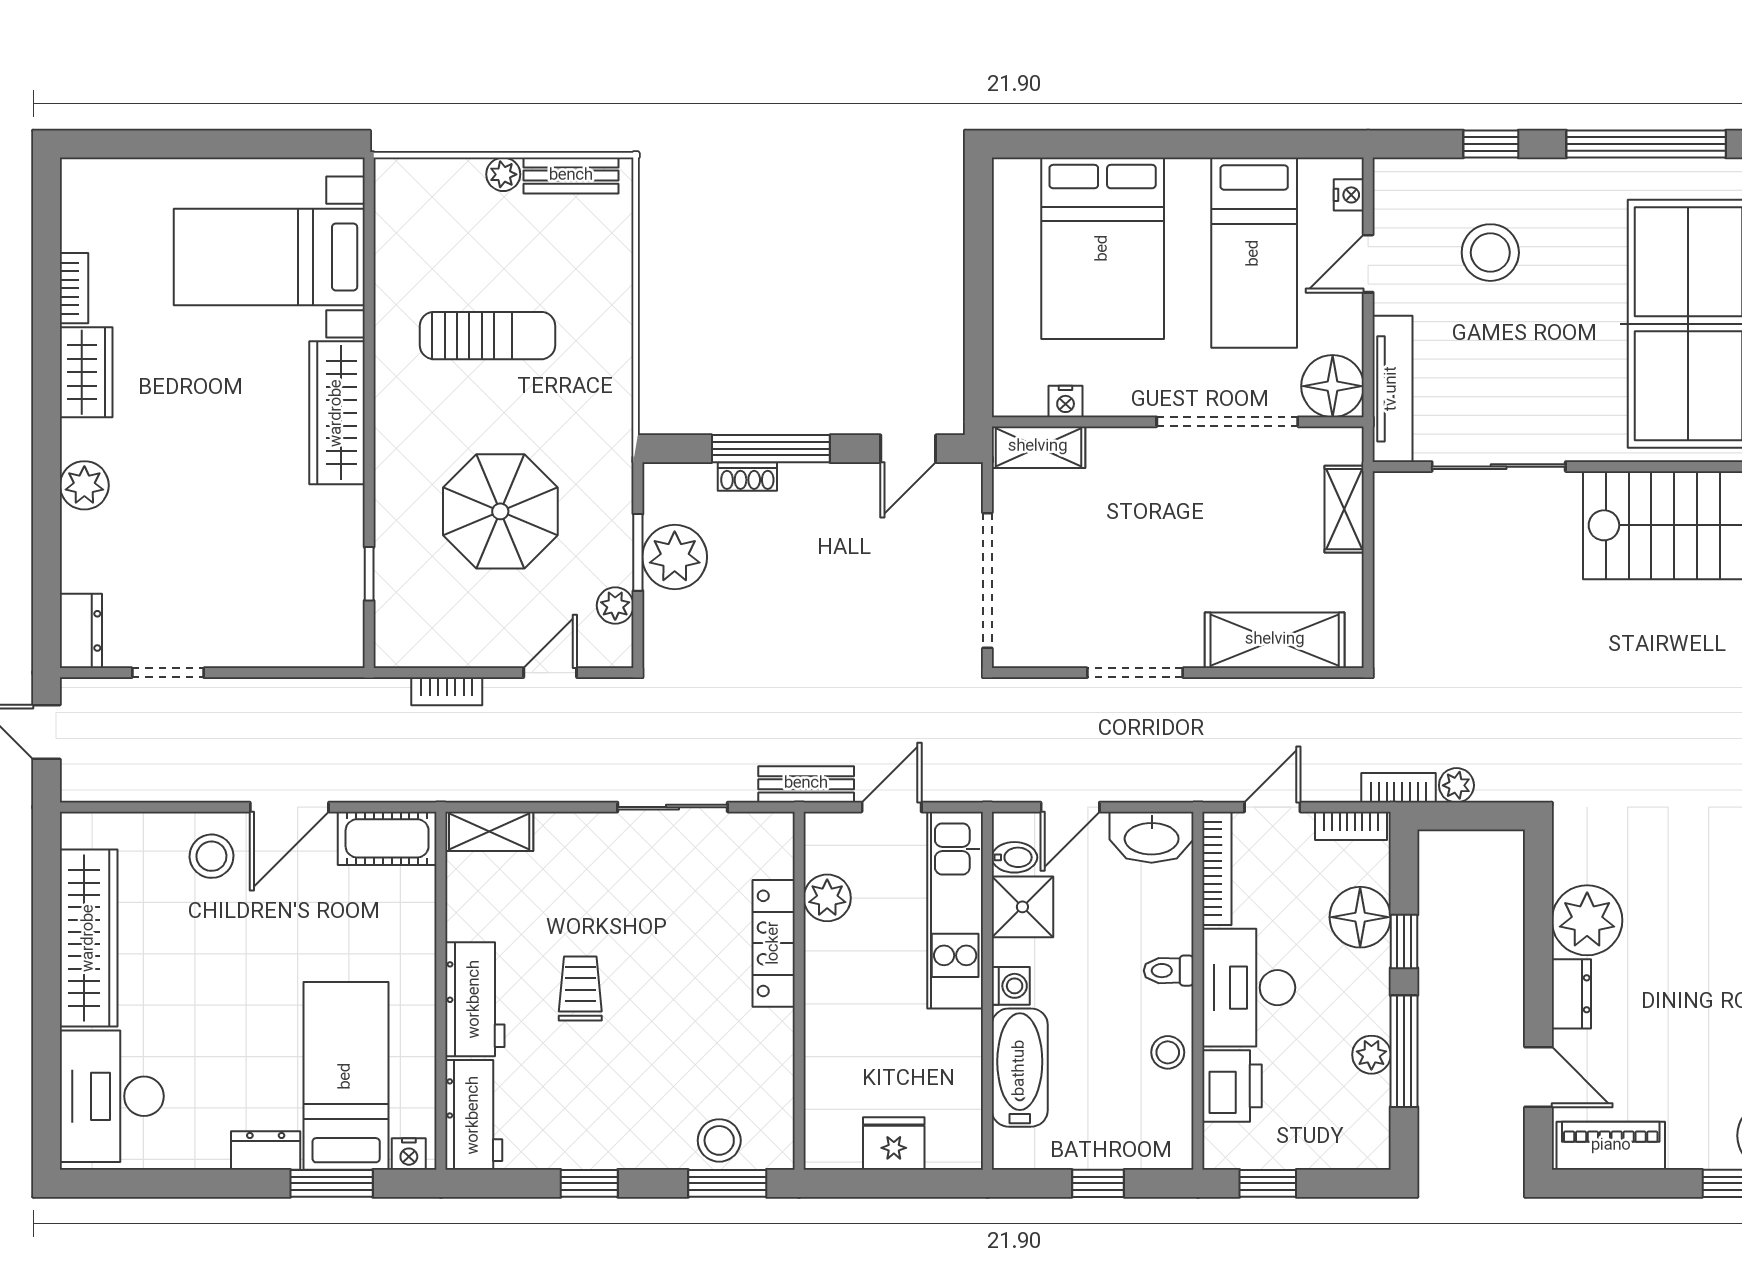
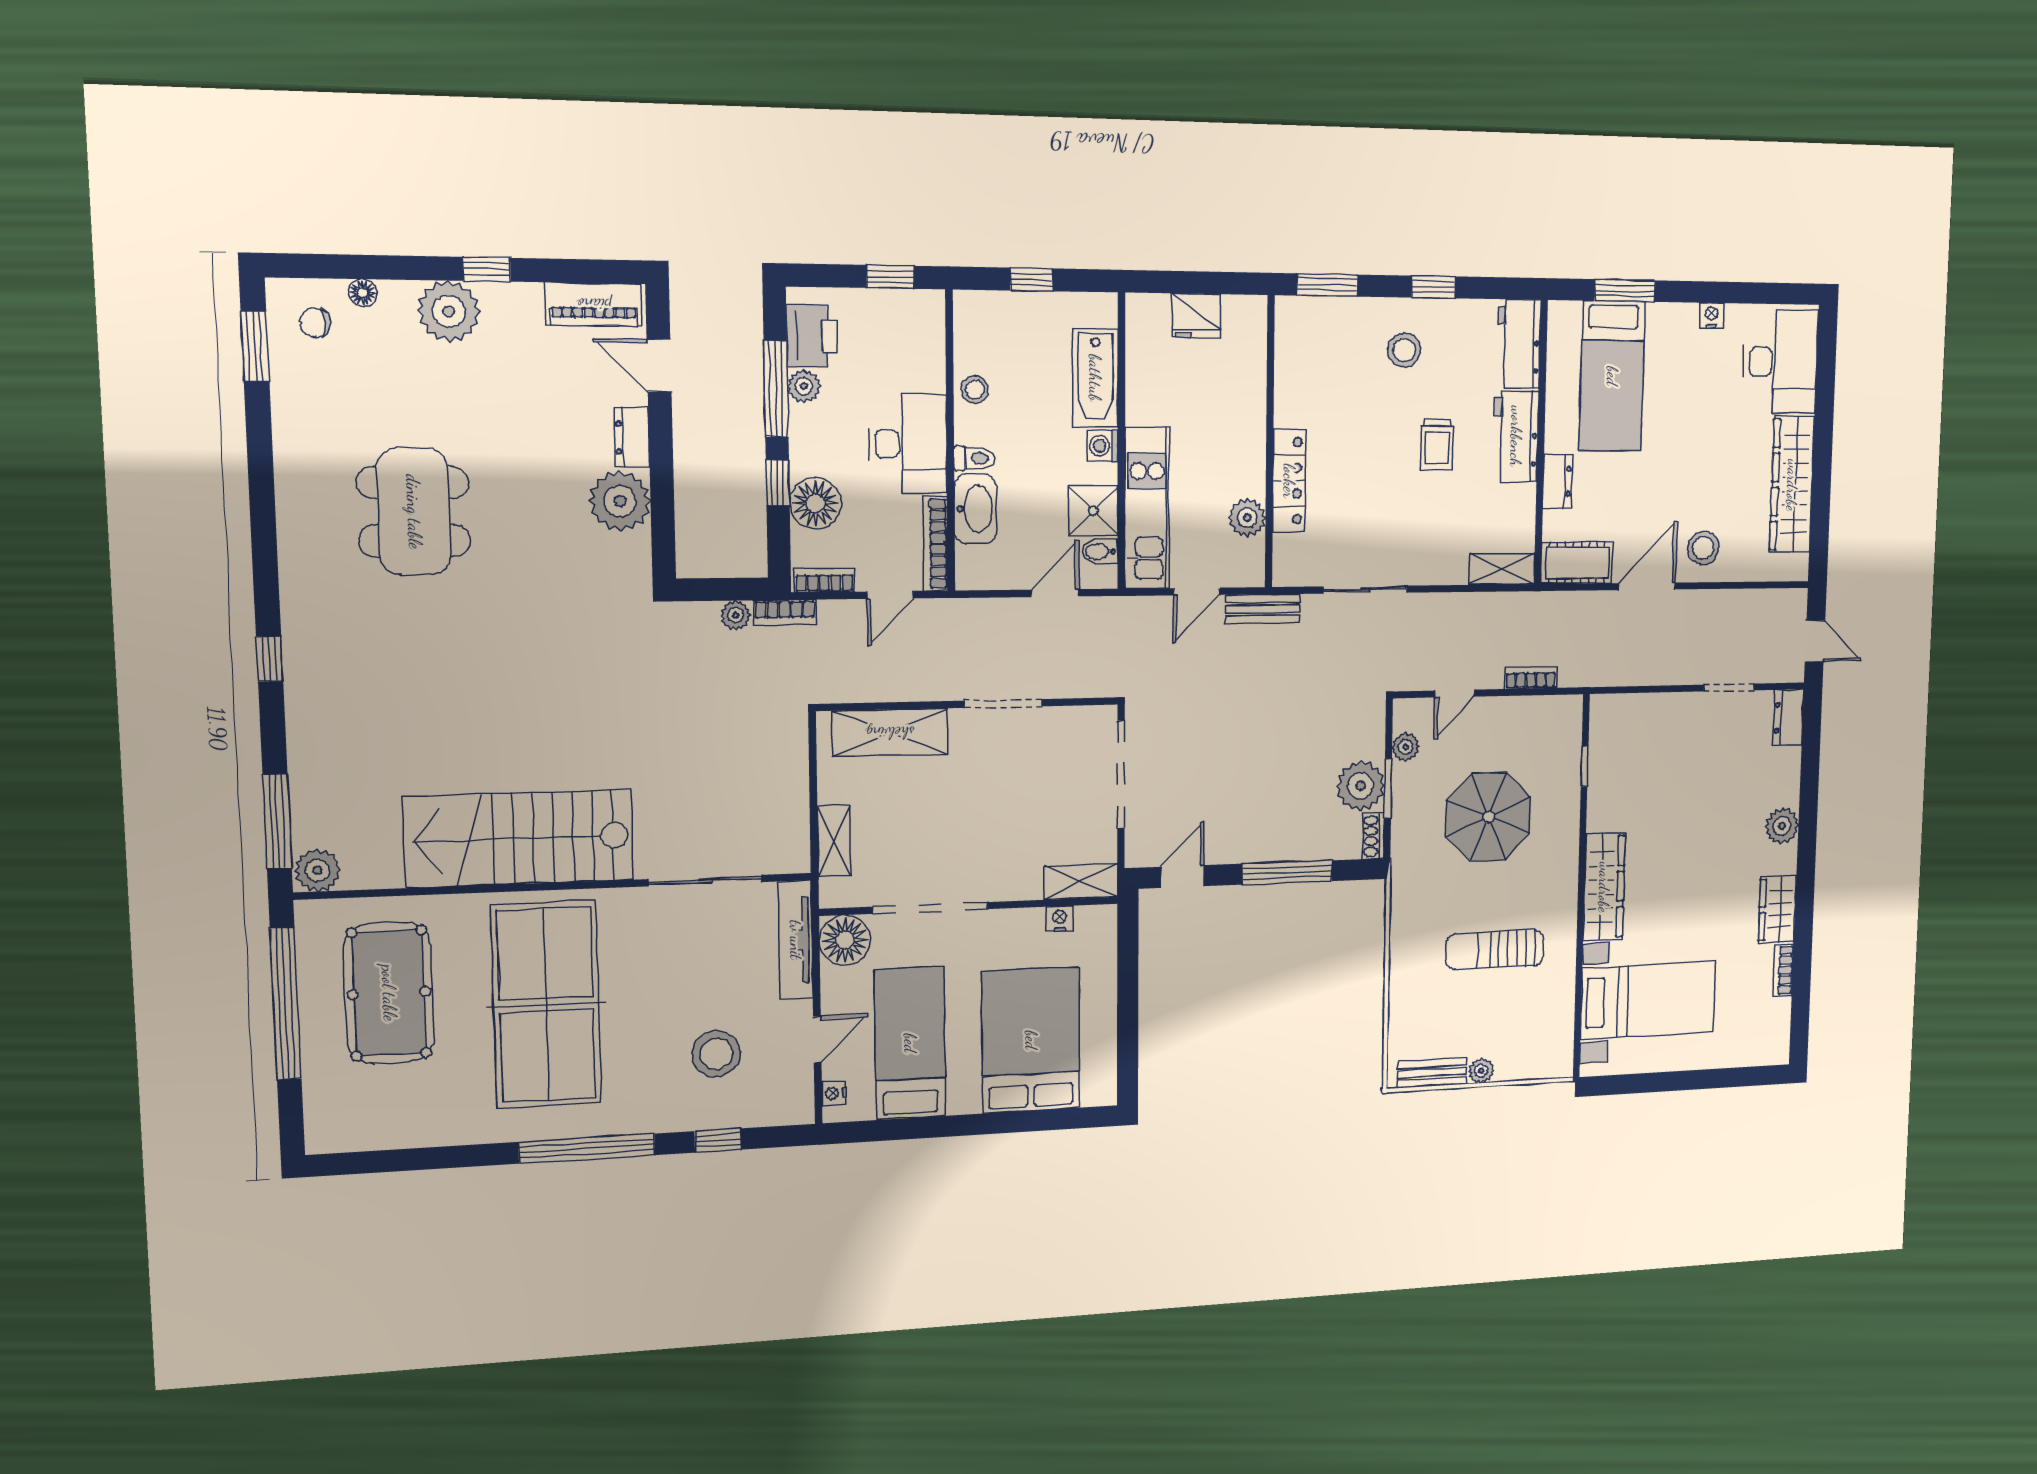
shoe rack: (747, 476) -> (1373, 836), moved, turned -90
washbasin: (1152, 837) -> (975, 509), moved, turned 90
printer: (1232, 1086) -> (812, 336), moved, turned 180
stool: (719, 1140) -> (1404, 350), moved
dresser: (266, 1151) -> (1557, 481), moved, turned -90
nightstand: (409, 1154) -> (1712, 315), moved

